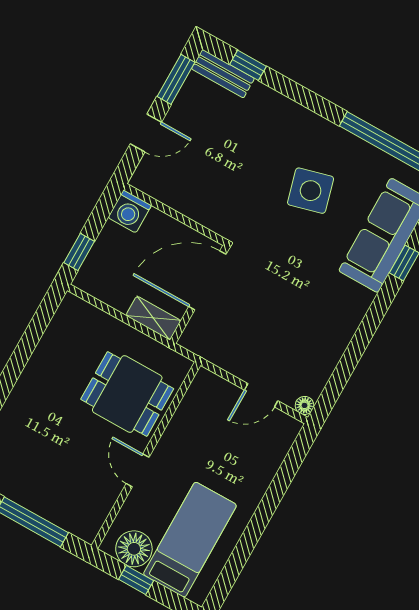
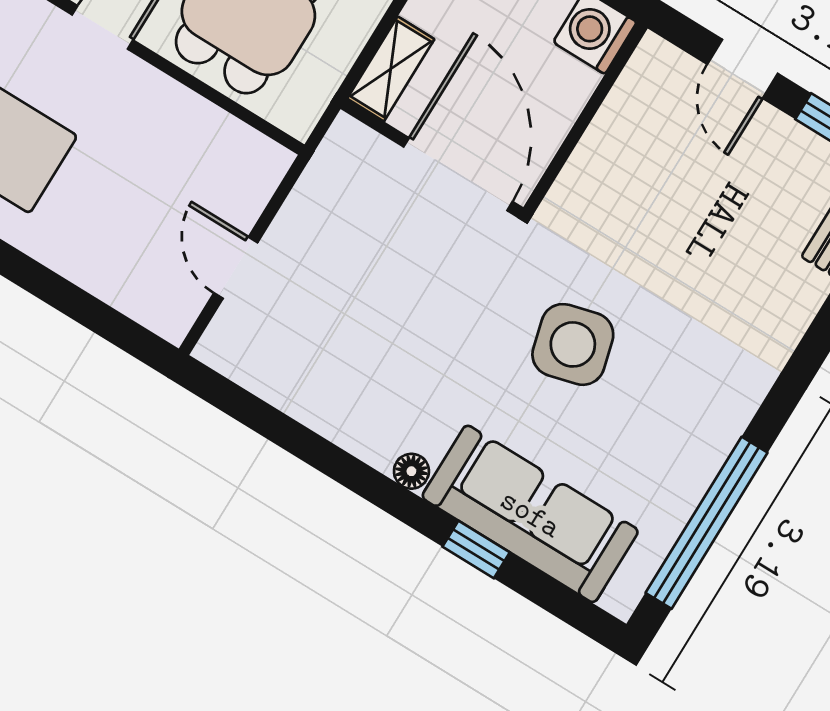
side table: (311, 191) -> (573, 344), moved
floor lamp: (305, 405) -> (411, 471), moved

